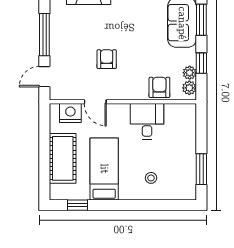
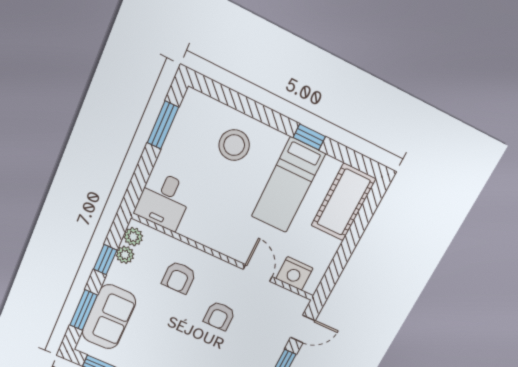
armchair: (159, 87) -> (179, 277), moved
desk: (147, 121) -> (164, 201), moved
cot: (63, 158) -> (343, 202), moved
stool: (151, 178) -> (234, 145), width x1.89, depth x1.89
window: (78, 205) -> (309, 137), moved

